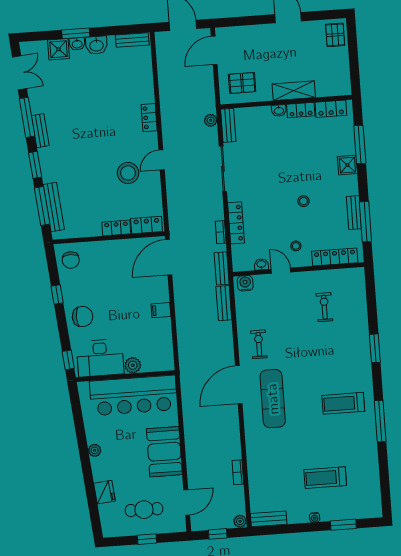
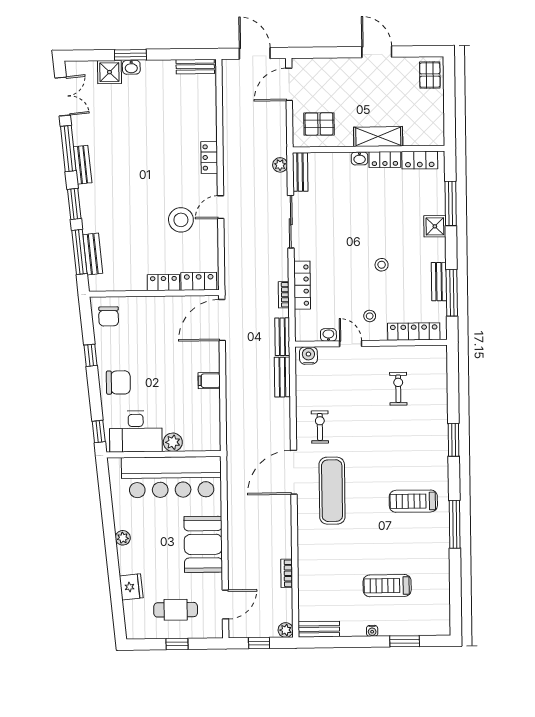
washbasin: (96, 45) -> (154, 70), removed
bench: (54, 207) -> (93, 254), width x0.73

